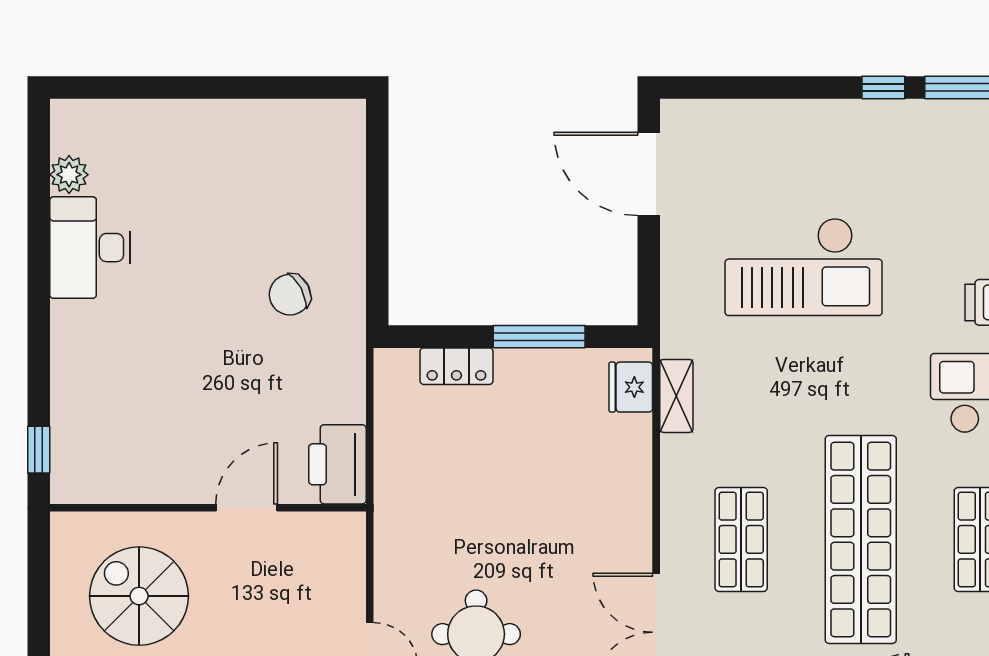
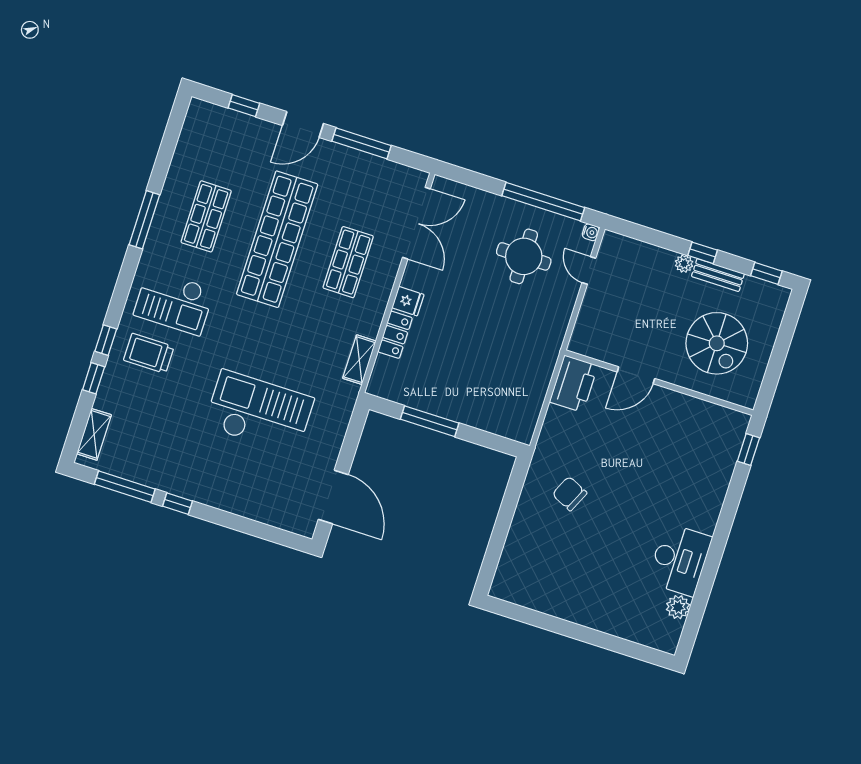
chair: (290, 295) -> (570, 494), turned -127
locker: (456, 366) -> (395, 335), moved, turned 90
fridge: (631, 387) -> (408, 301), moved, width x0.72

